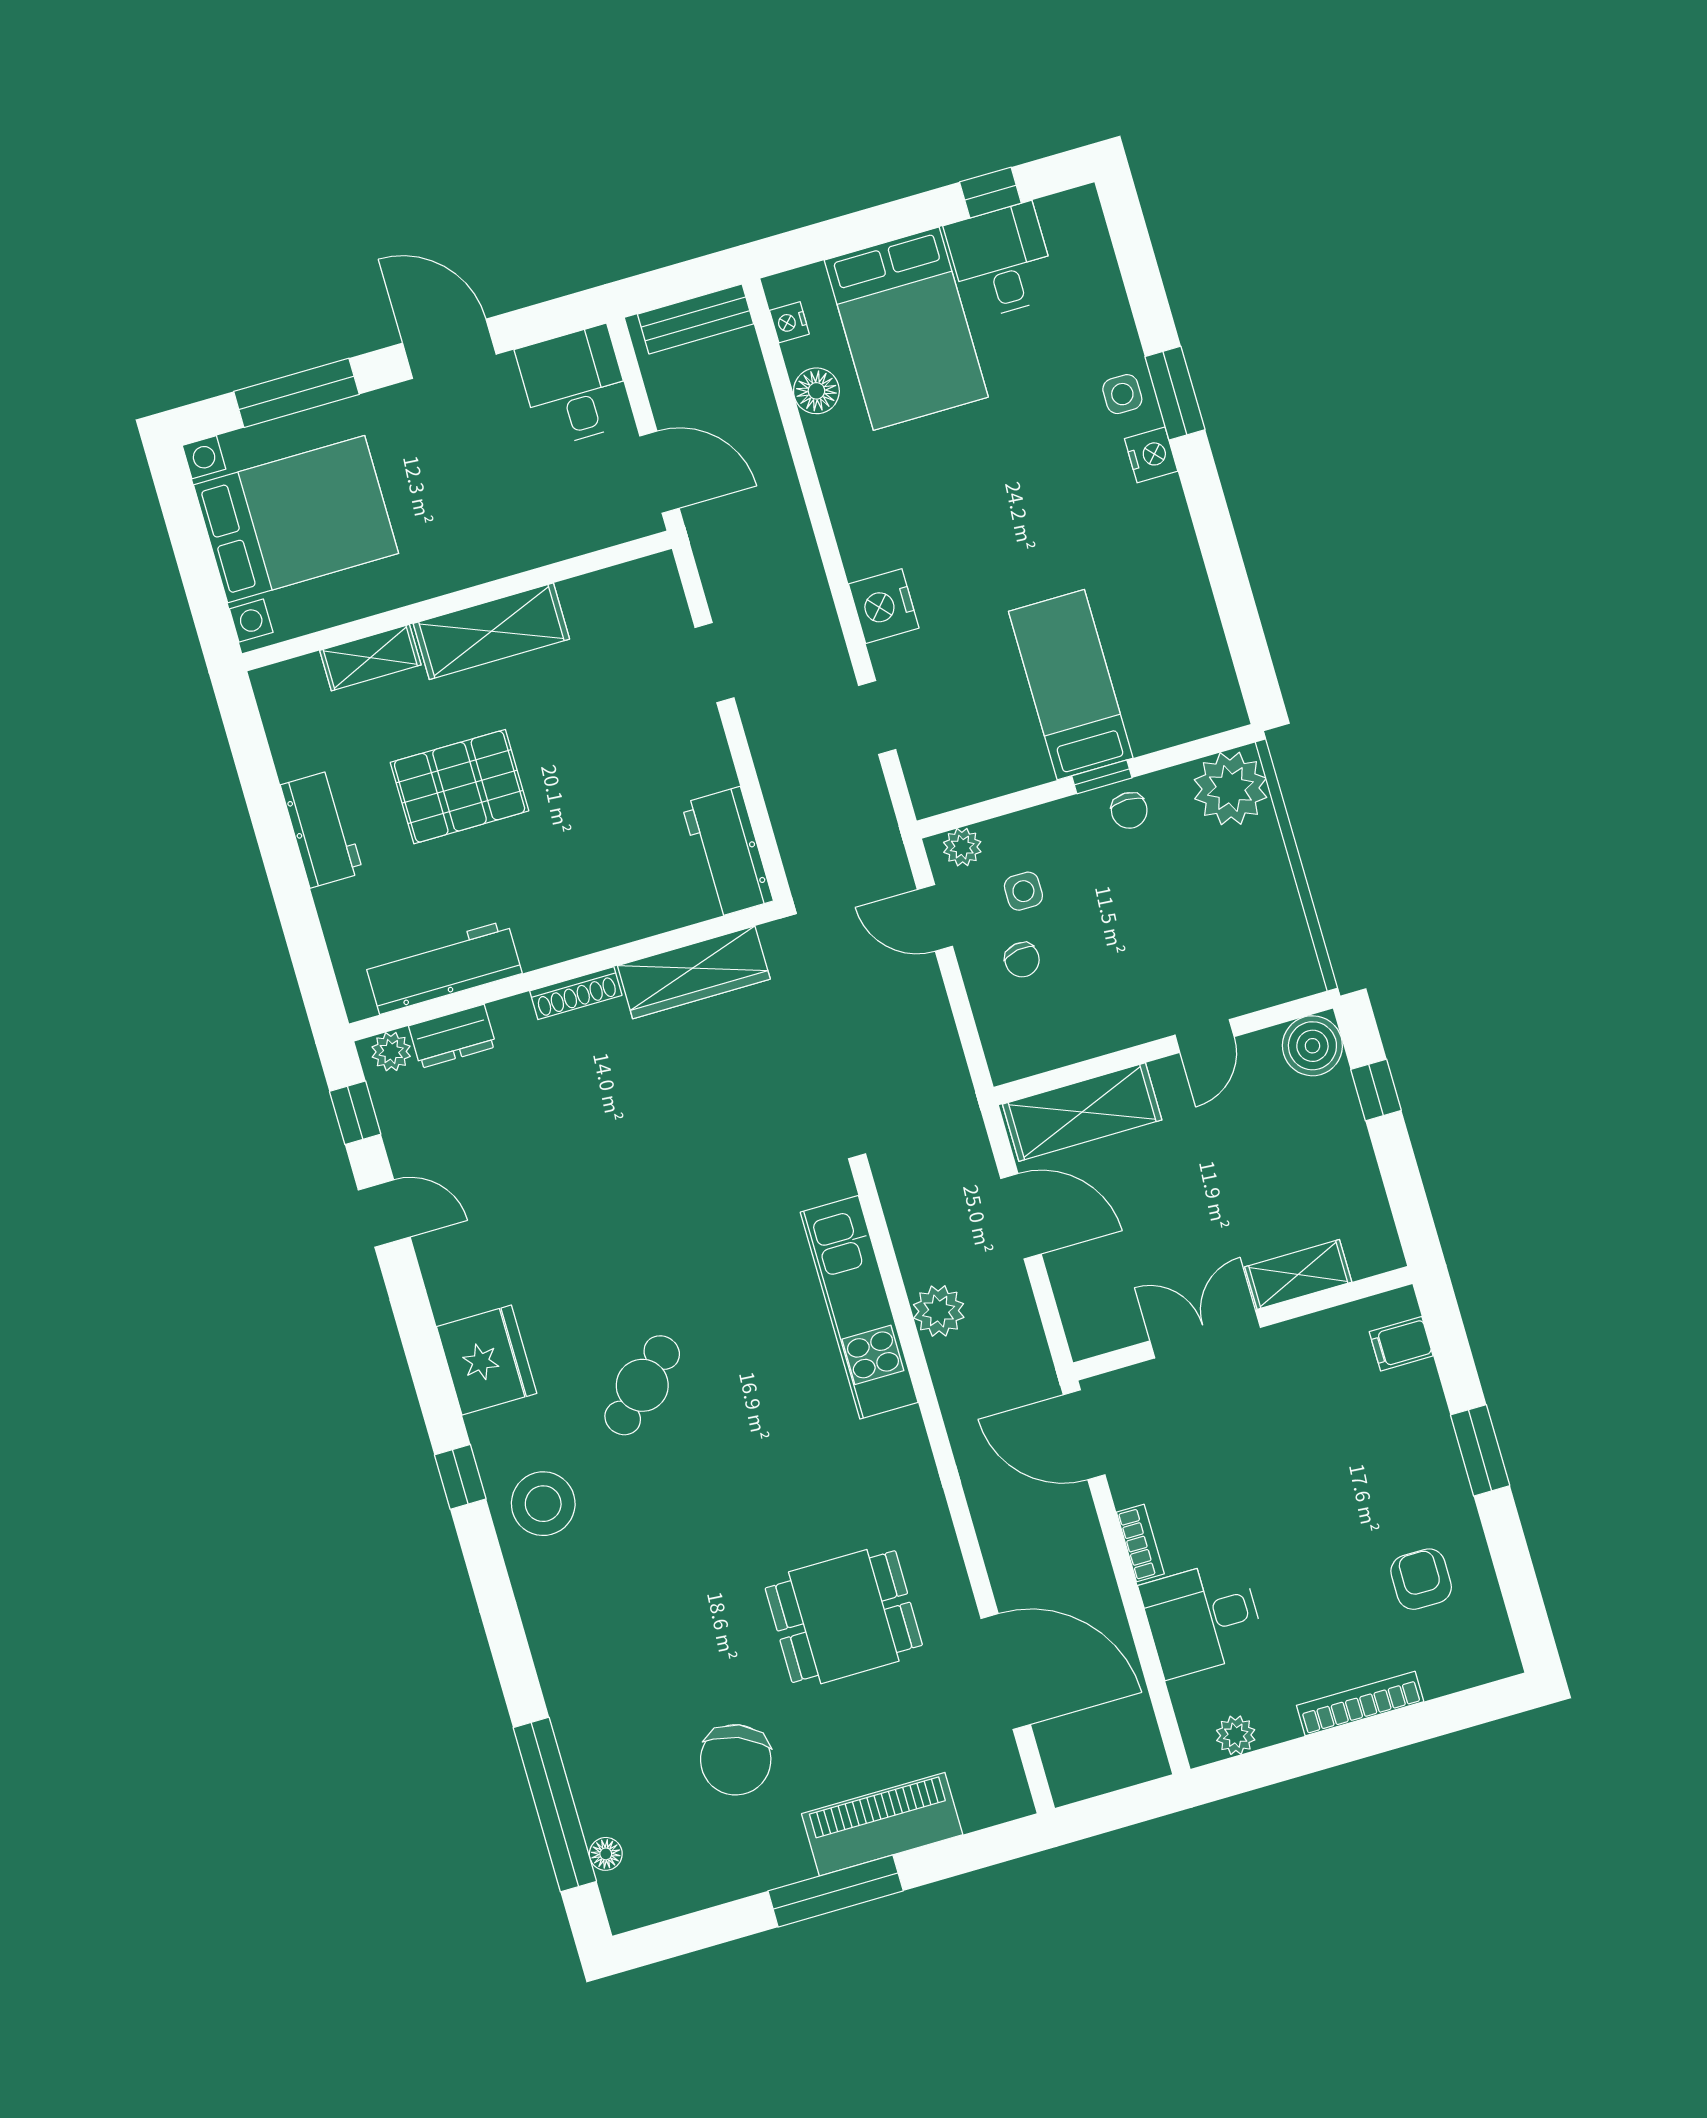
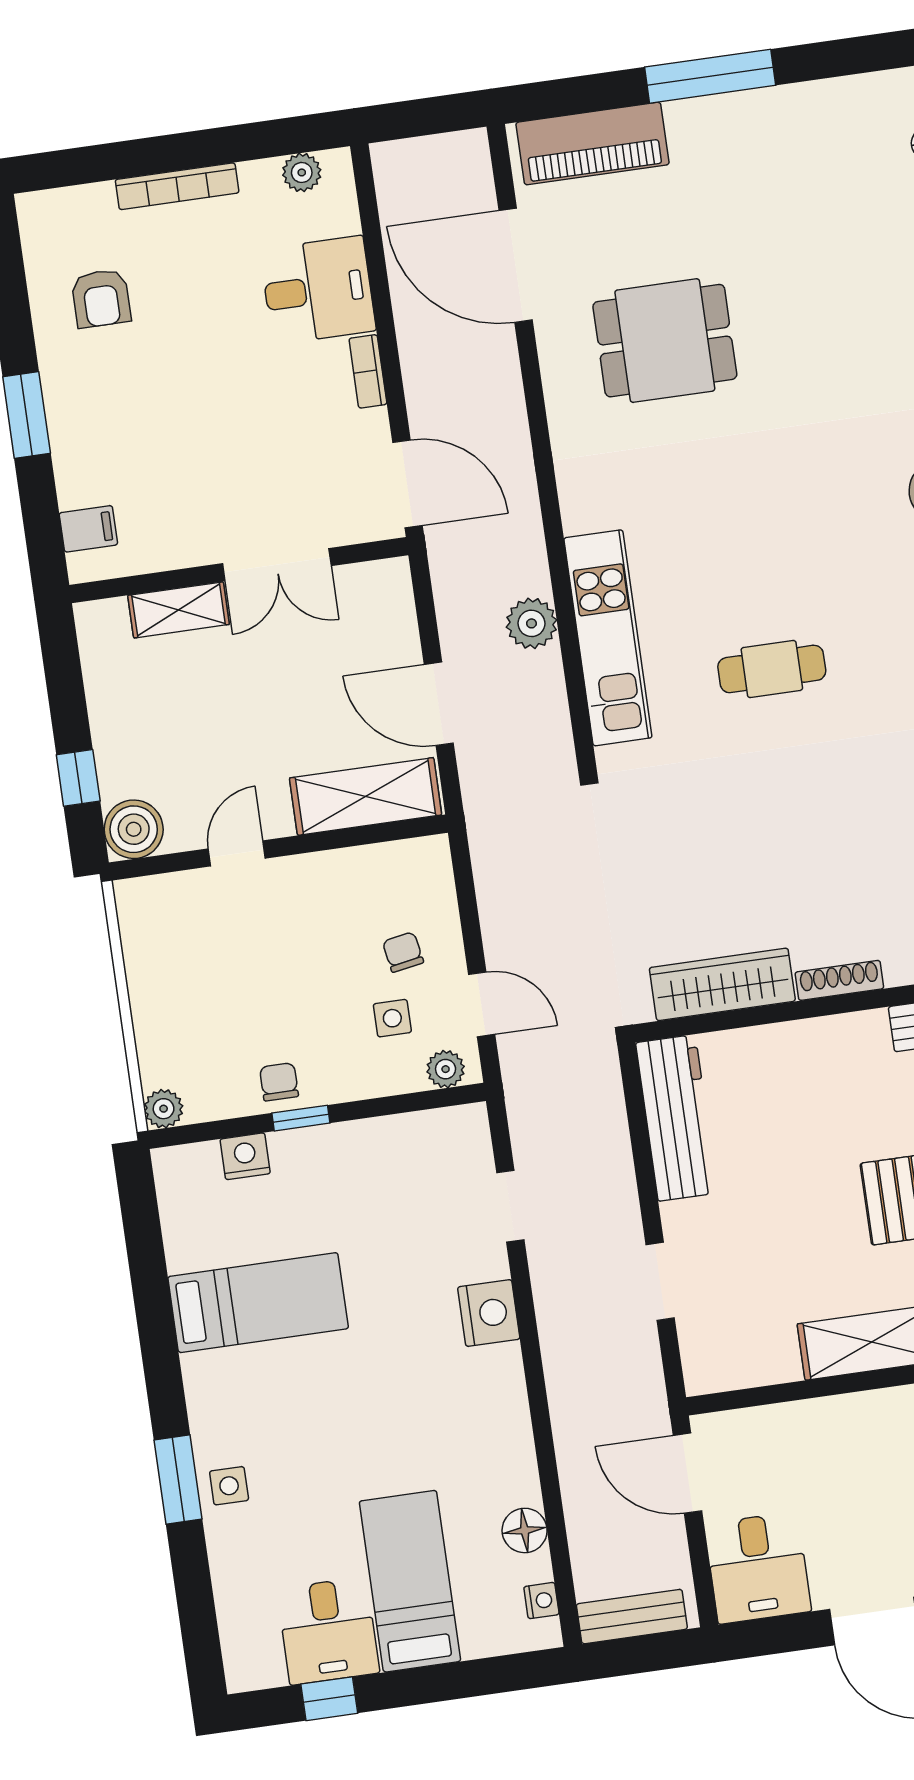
bed: (906, 329) -> (410, 1581), width x0.67
nightstand: (1151, 455) -> (245, 1156), moved, turned 90
bed: (1071, 685) -> (258, 1303), moved, turned -90
plant: (1230, 788) -> (164, 1109), width x0.53, depth x0.53
workbench: (727, 852) -> (677, 1118), width x1.38
cafe table: (642, 1385) -> (772, 669), moved, turned 43
chair: (736, 1760) -> (789, 217), removed
piano: (882, 1824) -> (592, 144), moved

